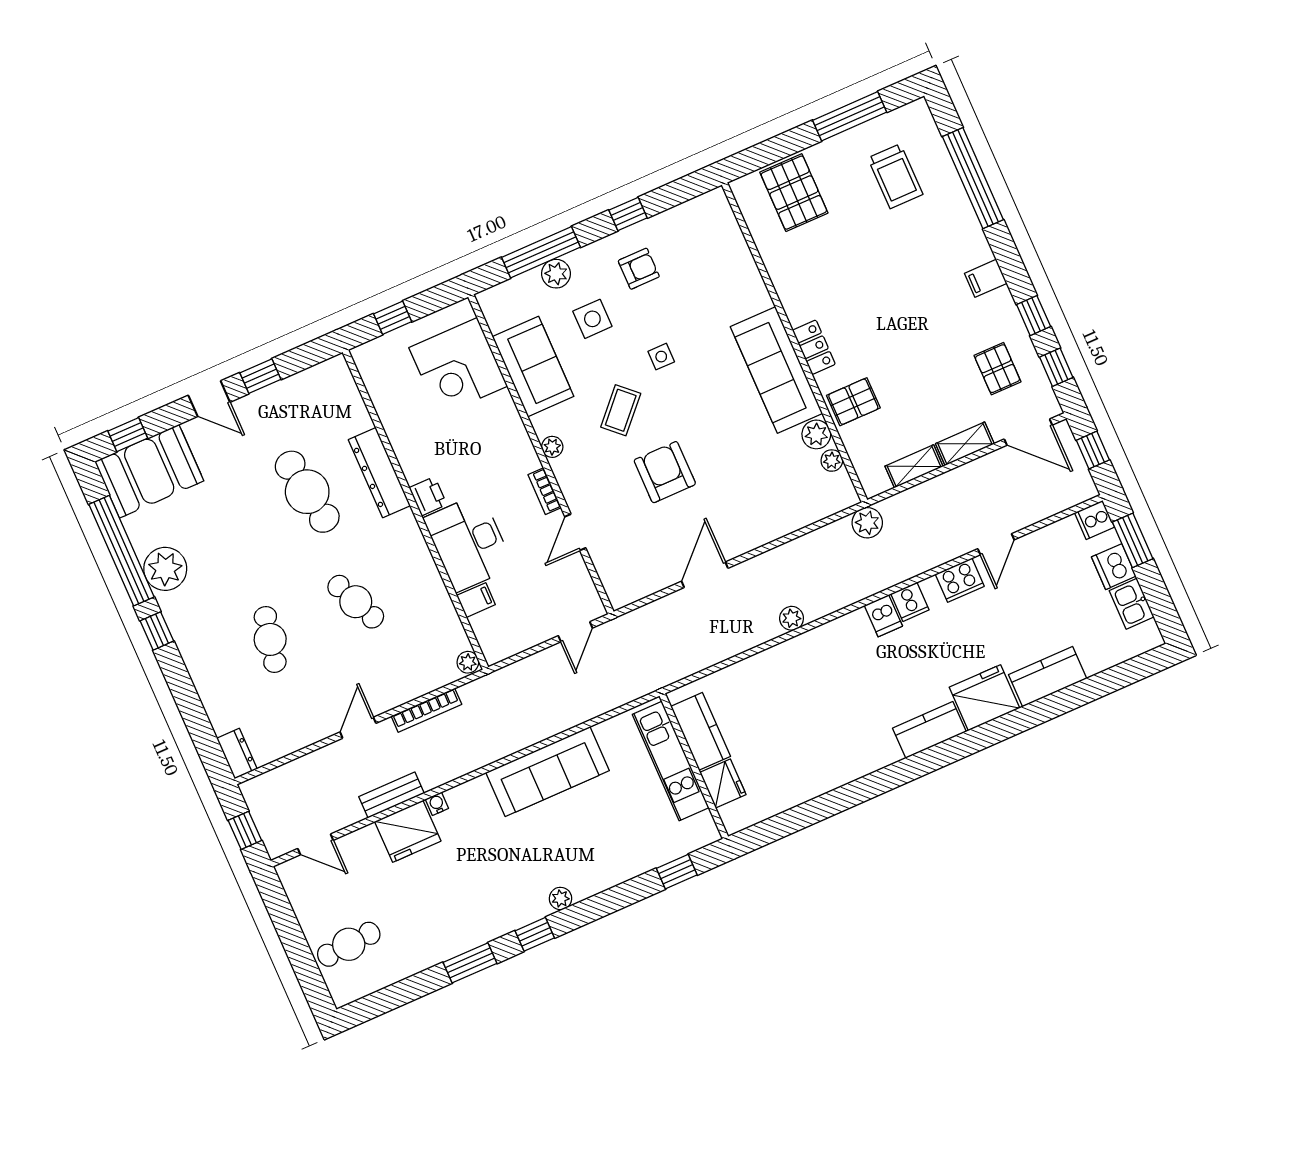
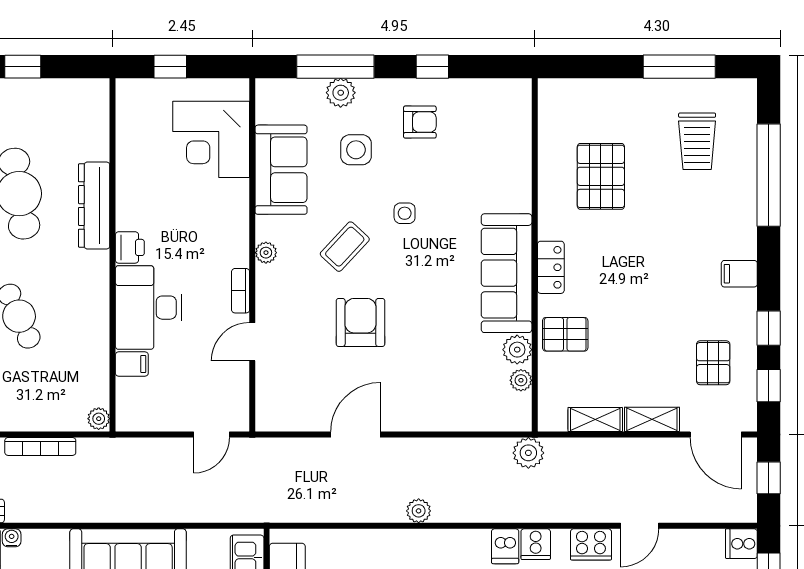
pallet: (794, 193) -> (601, 176), moved

